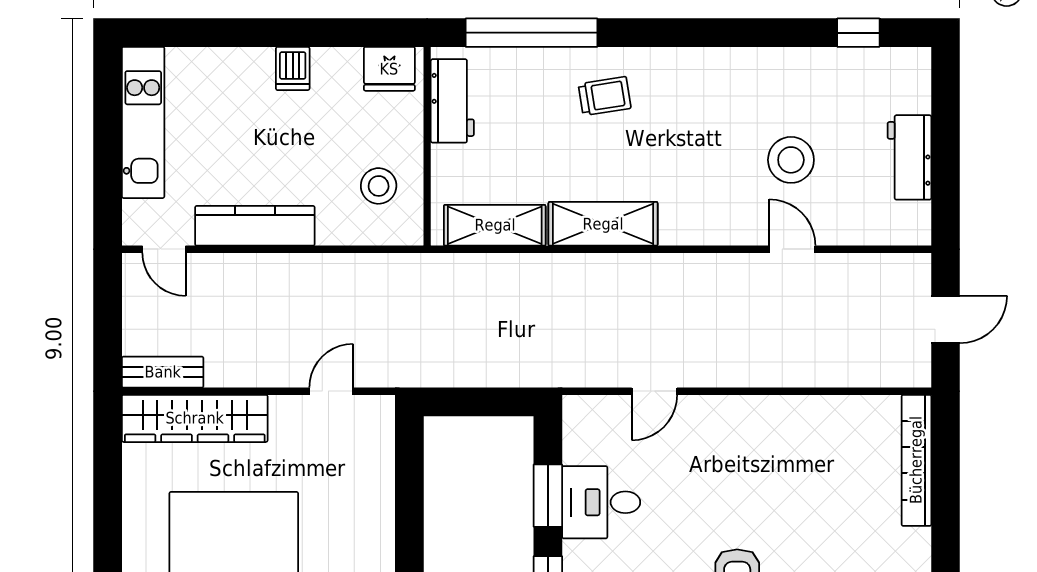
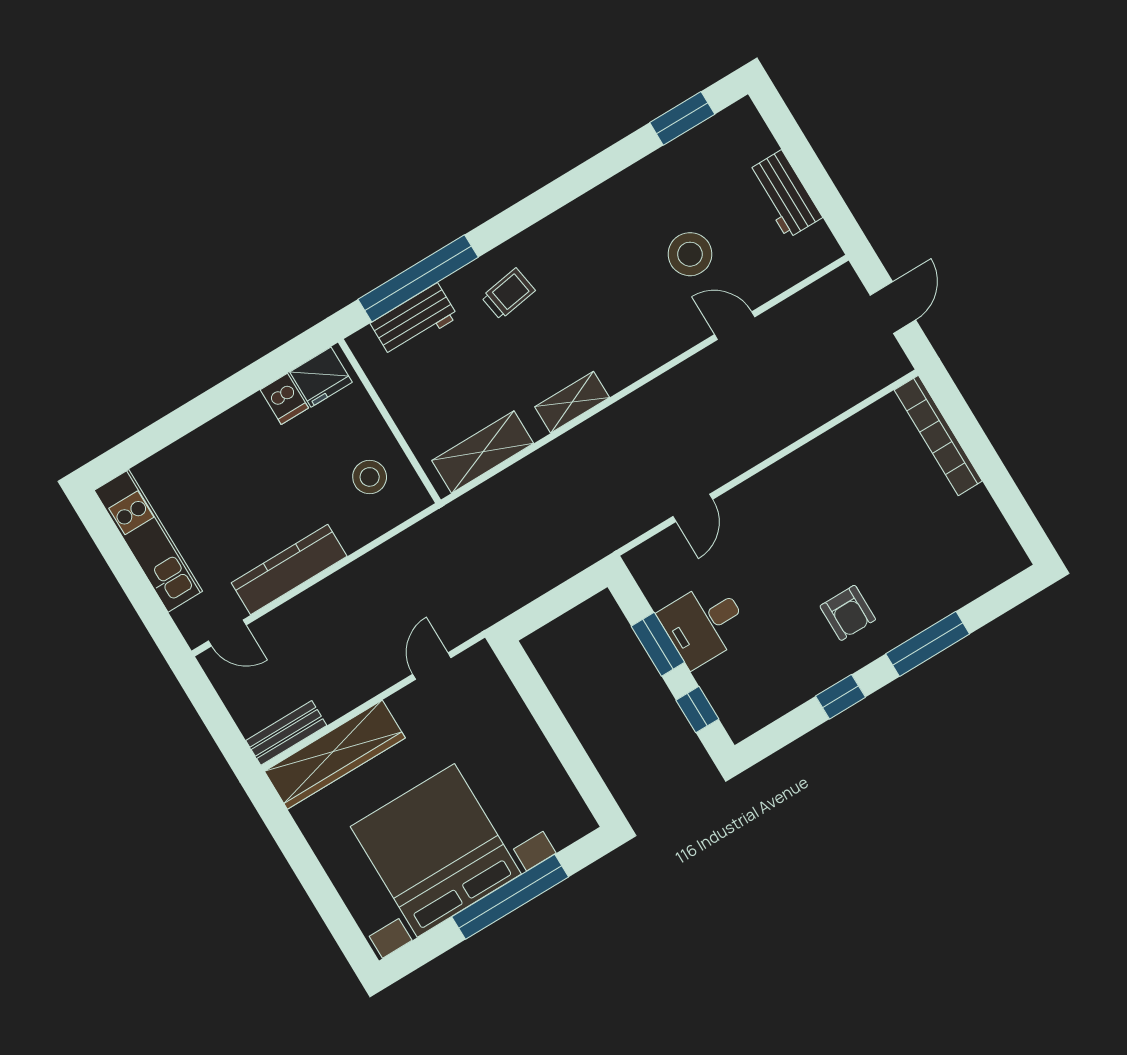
window: (858, 33) -> (682, 118), width x1.50
dishwasher: (293, 69) -> (284, 399), moved
workbench: (452, 101) -> (414, 320), moved, turned 90
shelving: (603, 224) -> (572, 402), width x0.67, depth x0.75

